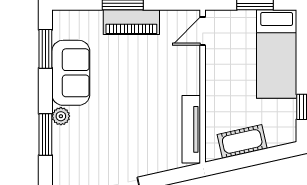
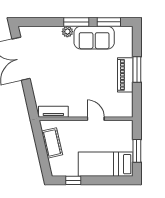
door: (203, 31) -> (96, 119), moved
tv unit: (191, 129) -> (53, 112), width x0.71
window: (45, 135) -> (76, 22), moved

